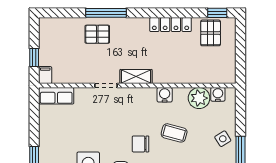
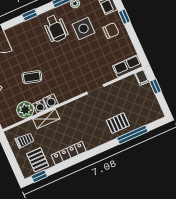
window: (106, 13) -> (132, 135), moved
trolley: (216, 63) -> (25, 140), added
shelving: (136, 77) -> (46, 119), moved
water cooler: (218, 94) -> (40, 107), moved
chair: (140, 144) -> (111, 31), moved

